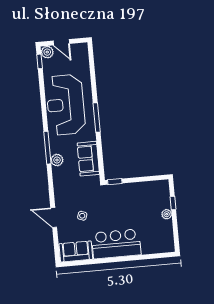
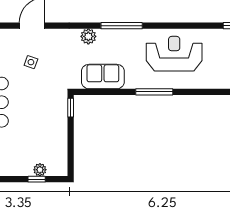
reception desk: (65, 105) -> (174, 54), width x0.74, depth x0.77
plant: (57, 160) -> (88, 36), moved
plant: (167, 214) -> (40, 170), moved

